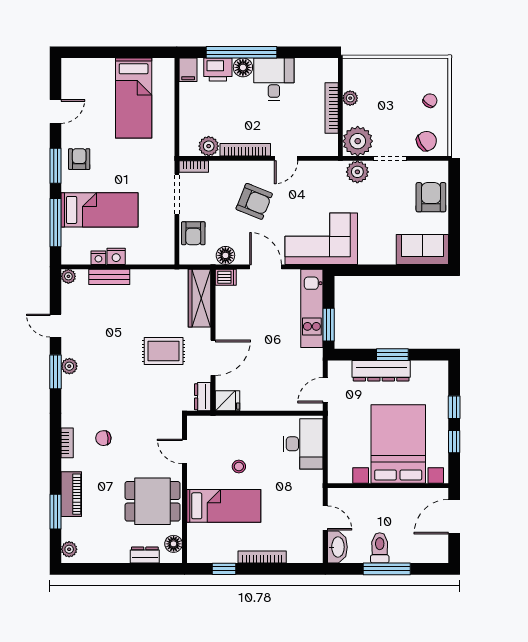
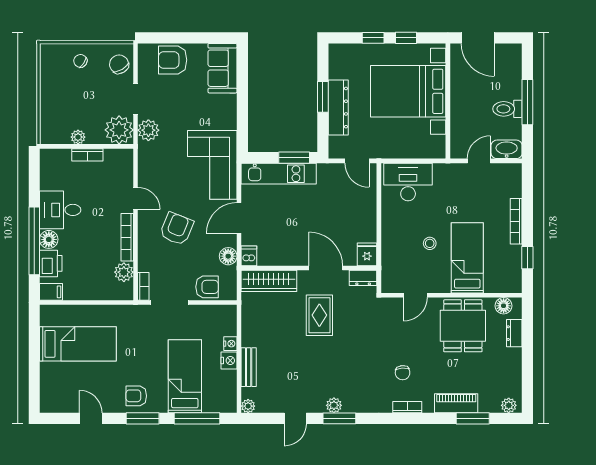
bookcase: (332, 108) -> (87, 155), width x0.64
nightstand: (98, 258) -> (230, 344), moved

